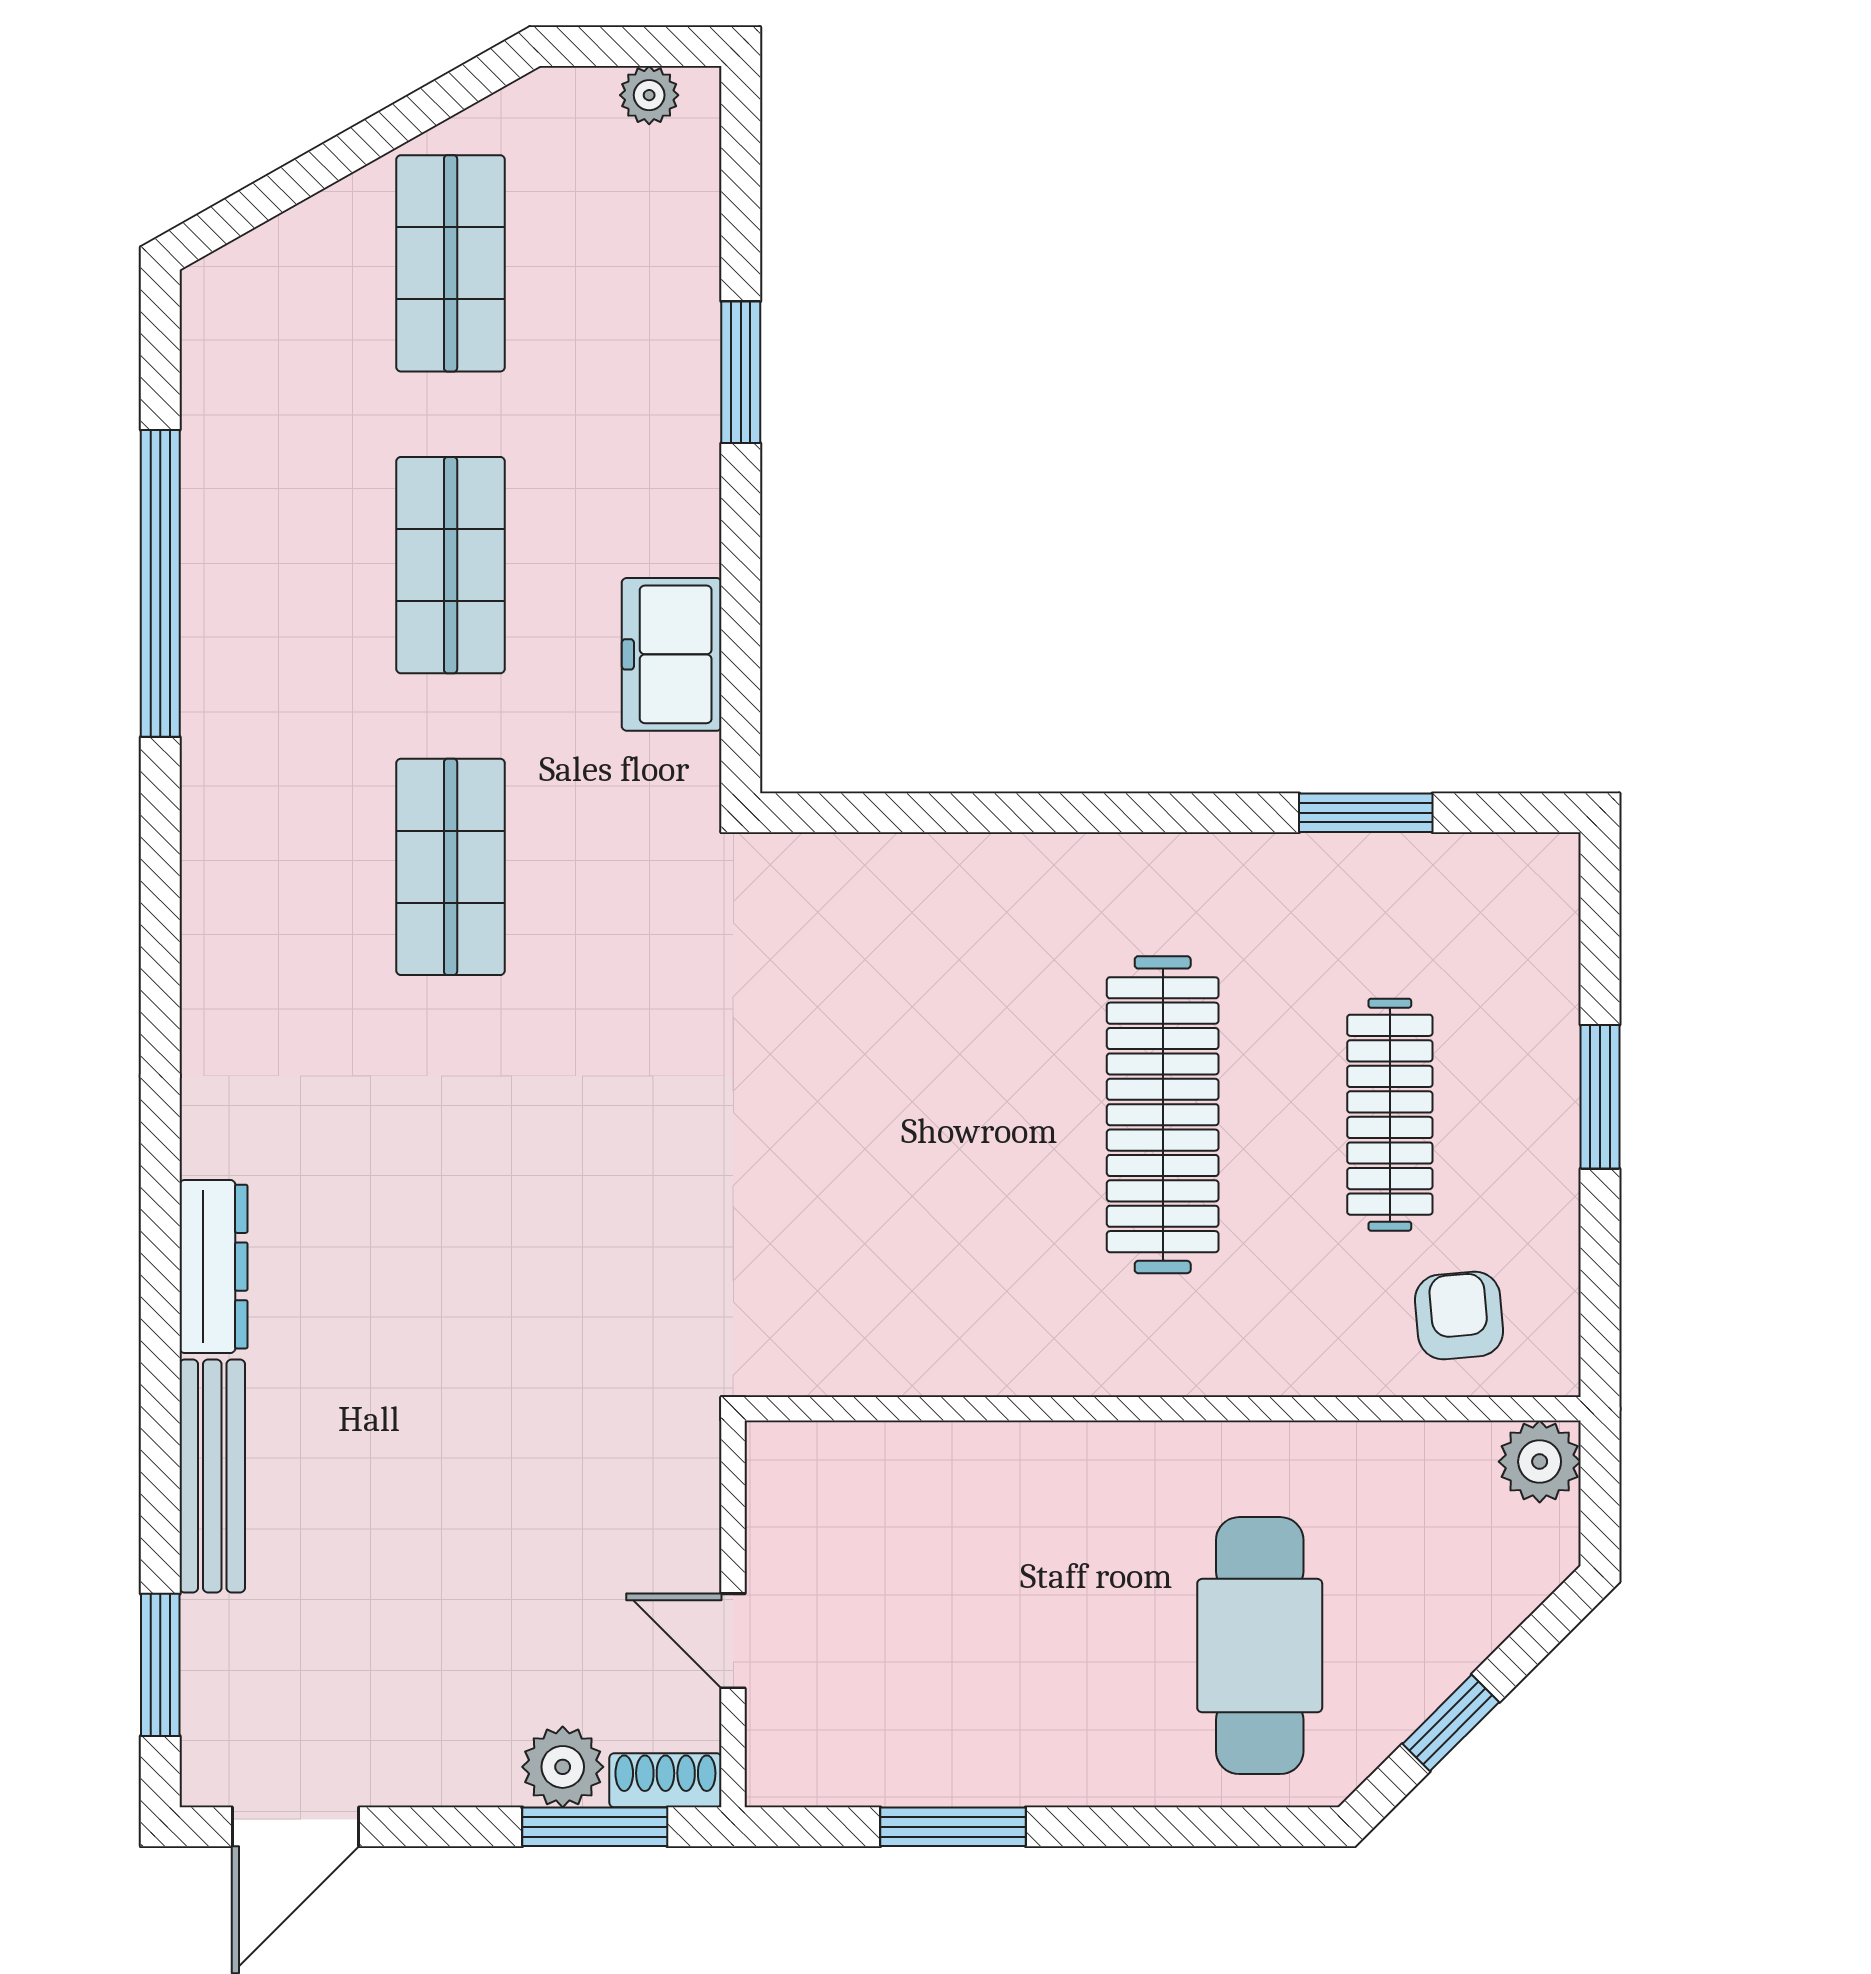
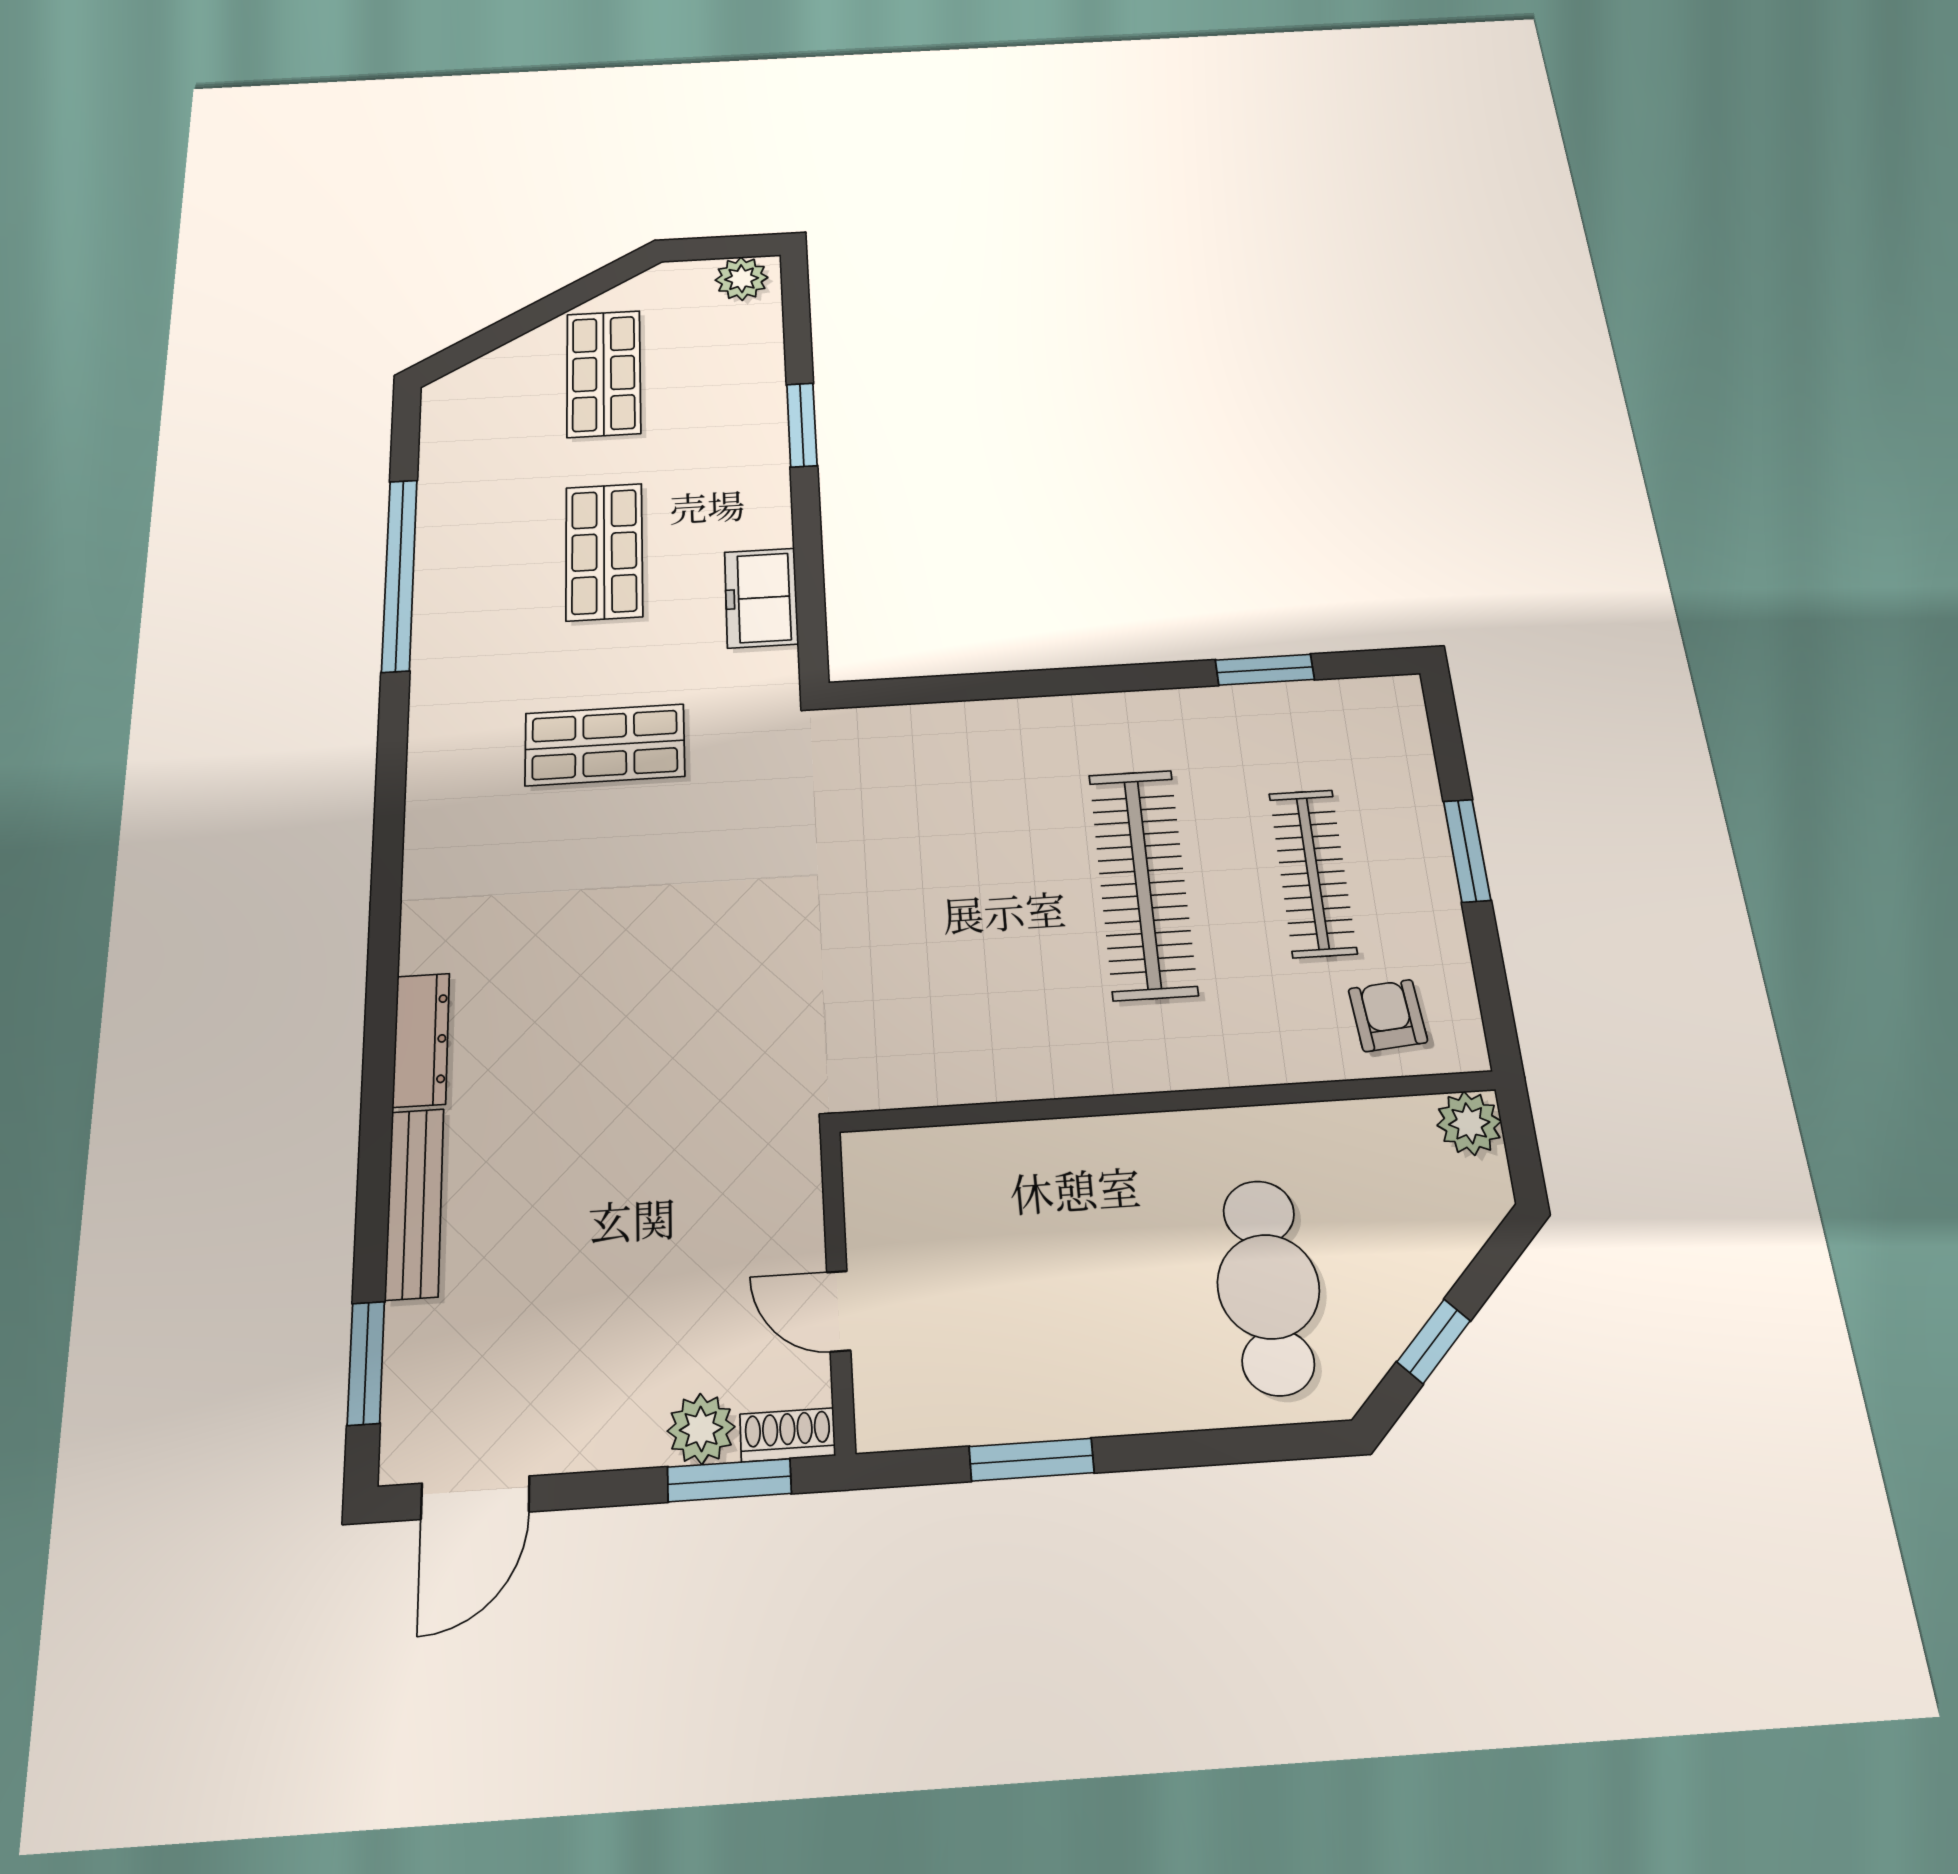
plant: (649, 95) -> (742, 279), width x1.38, depth x1.38
shop shelf: (451, 867) -> (605, 745), turned 90

